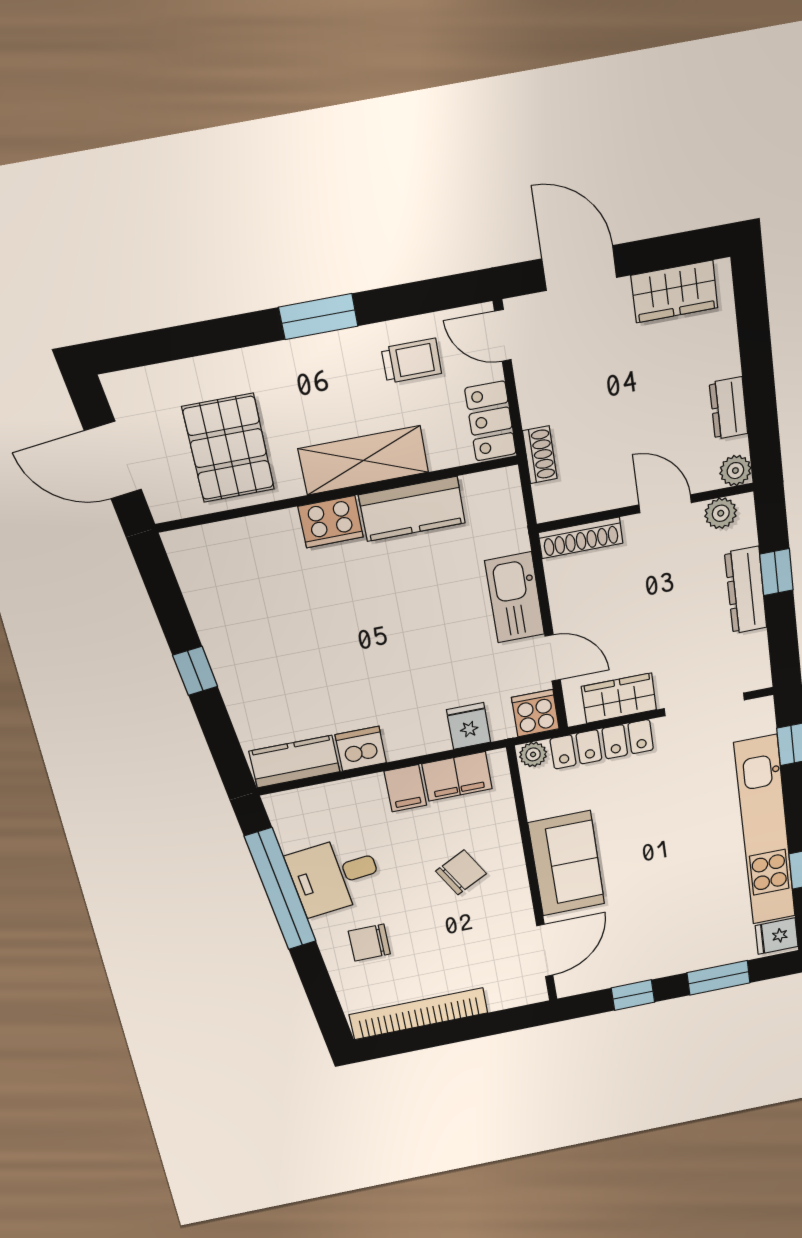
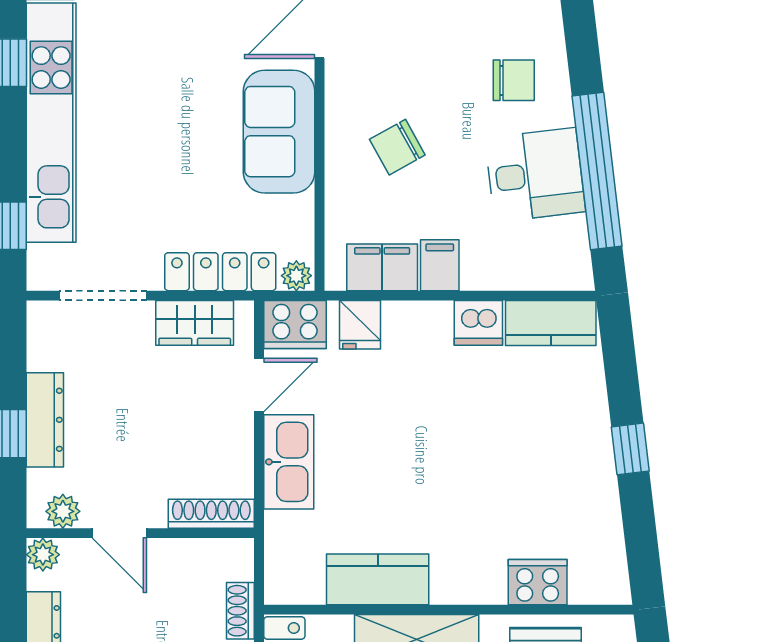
cooker: (331, 522) -> (538, 582), moved
door: (553, 658) -> (259, 385), swing flipped
cooker: (535, 713) -> (295, 325), width x1.36

